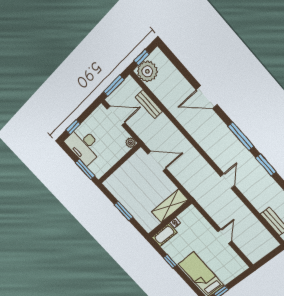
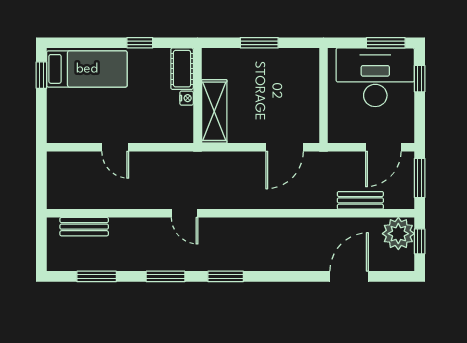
door: (207, 97) -> (349, 276), moved
window: (241, 136) -> (226, 276), width x0.69
plant: (131, 143) -> (336, 135), removed
desk: (84, 145) -> (375, 77), width x1.36, depth x1.30
window: (85, 169) -> (386, 43), moved

